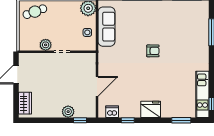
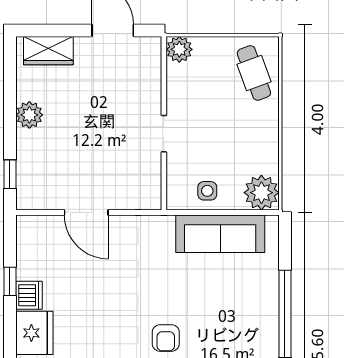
plant: (46, 45) -> (179, 49), moved
plant: (68, 112) -> (29, 115), moved
dishwasher: (112, 112) -> (29, 295), moved

